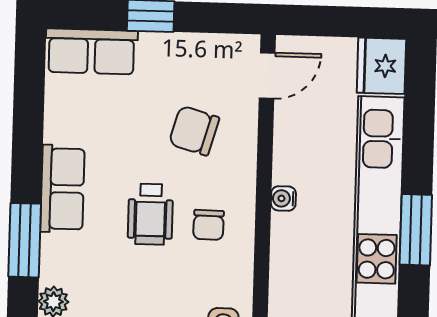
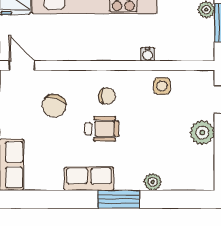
water cooler: (283, 198) -> (148, 54), moved

